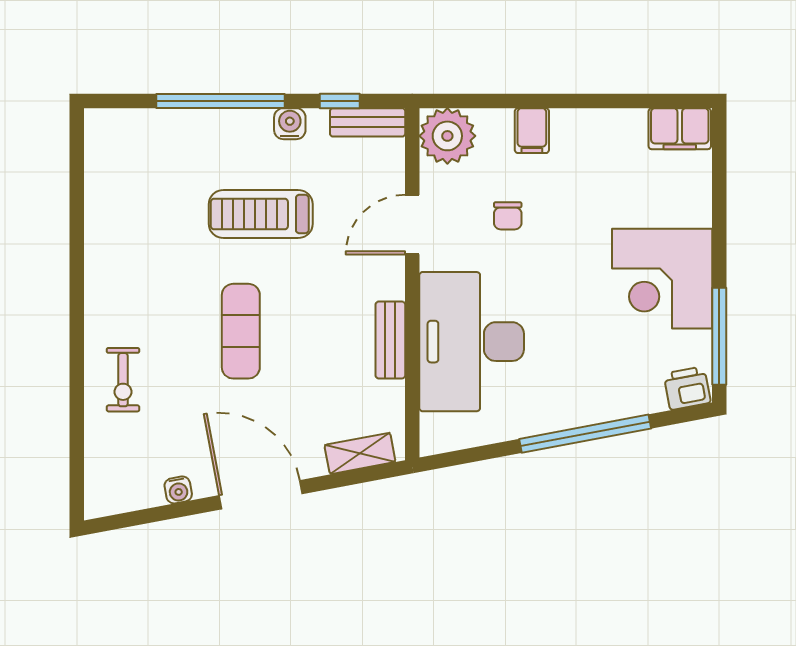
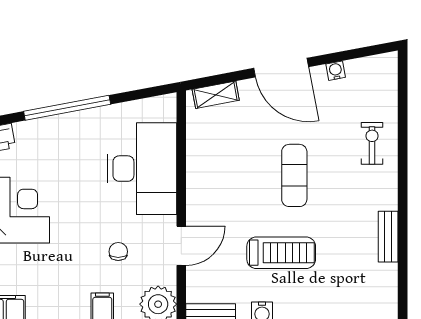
bench: (390, 340) -> (388, 237), moved

